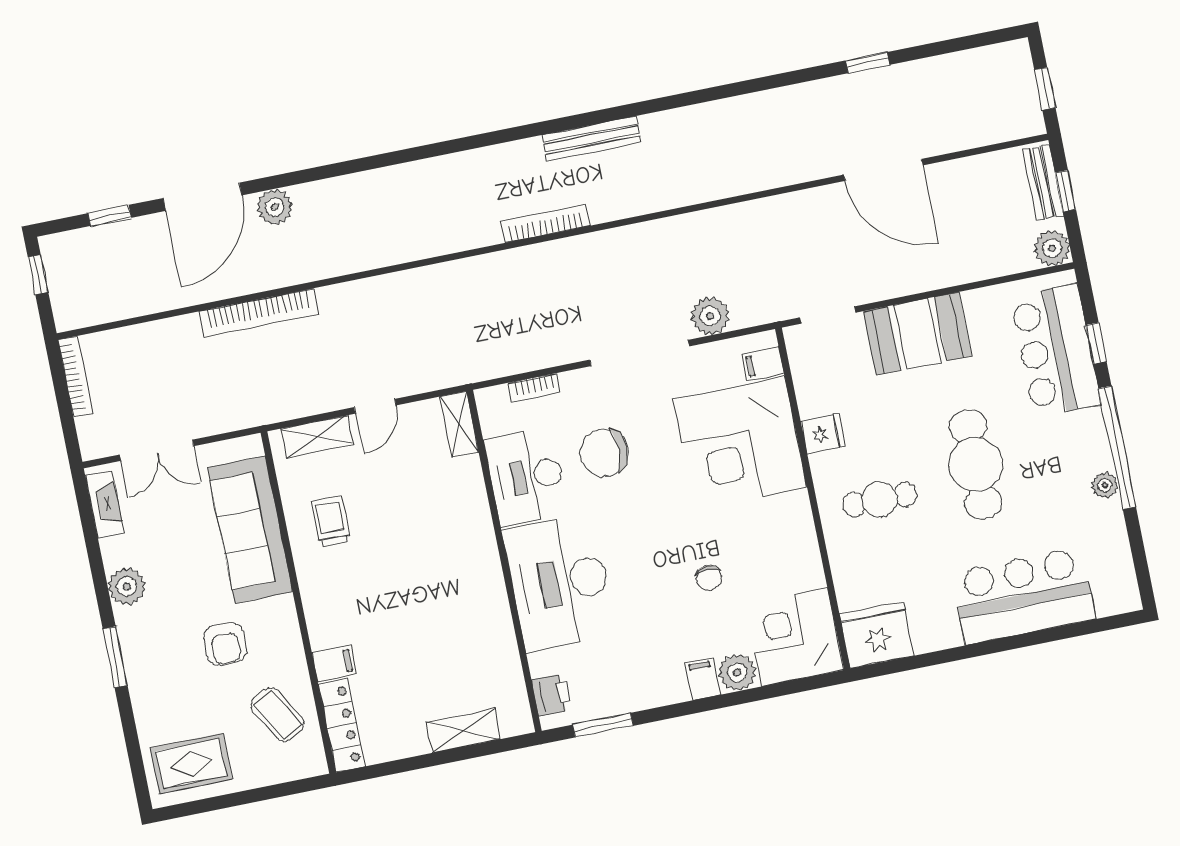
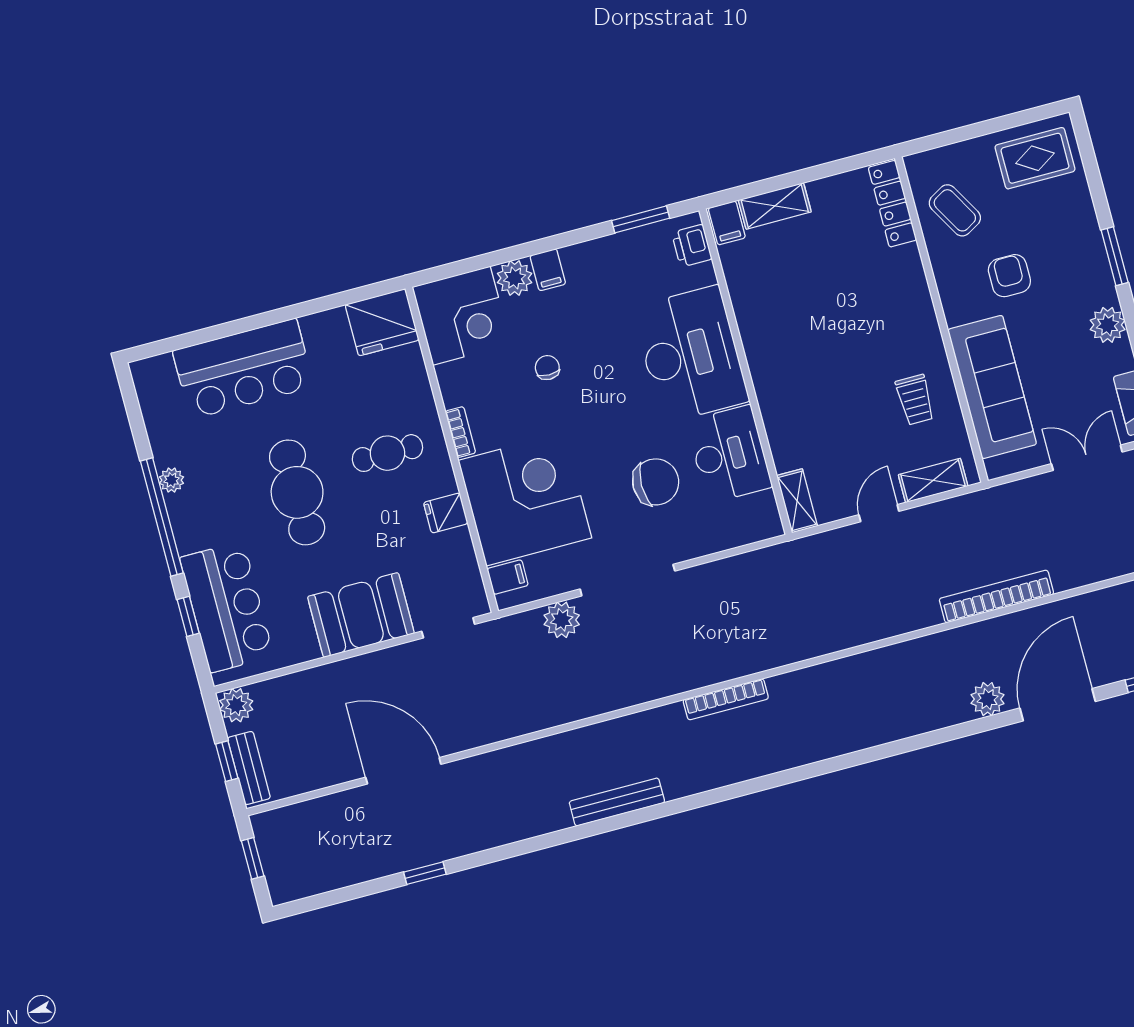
bench: (591, 139) -> (617, 802), moved
bookcase: (534, 388) -> (460, 432), moved, turned 90
filing cabinet: (334, 663) -> (727, 223), moved, turned -90

